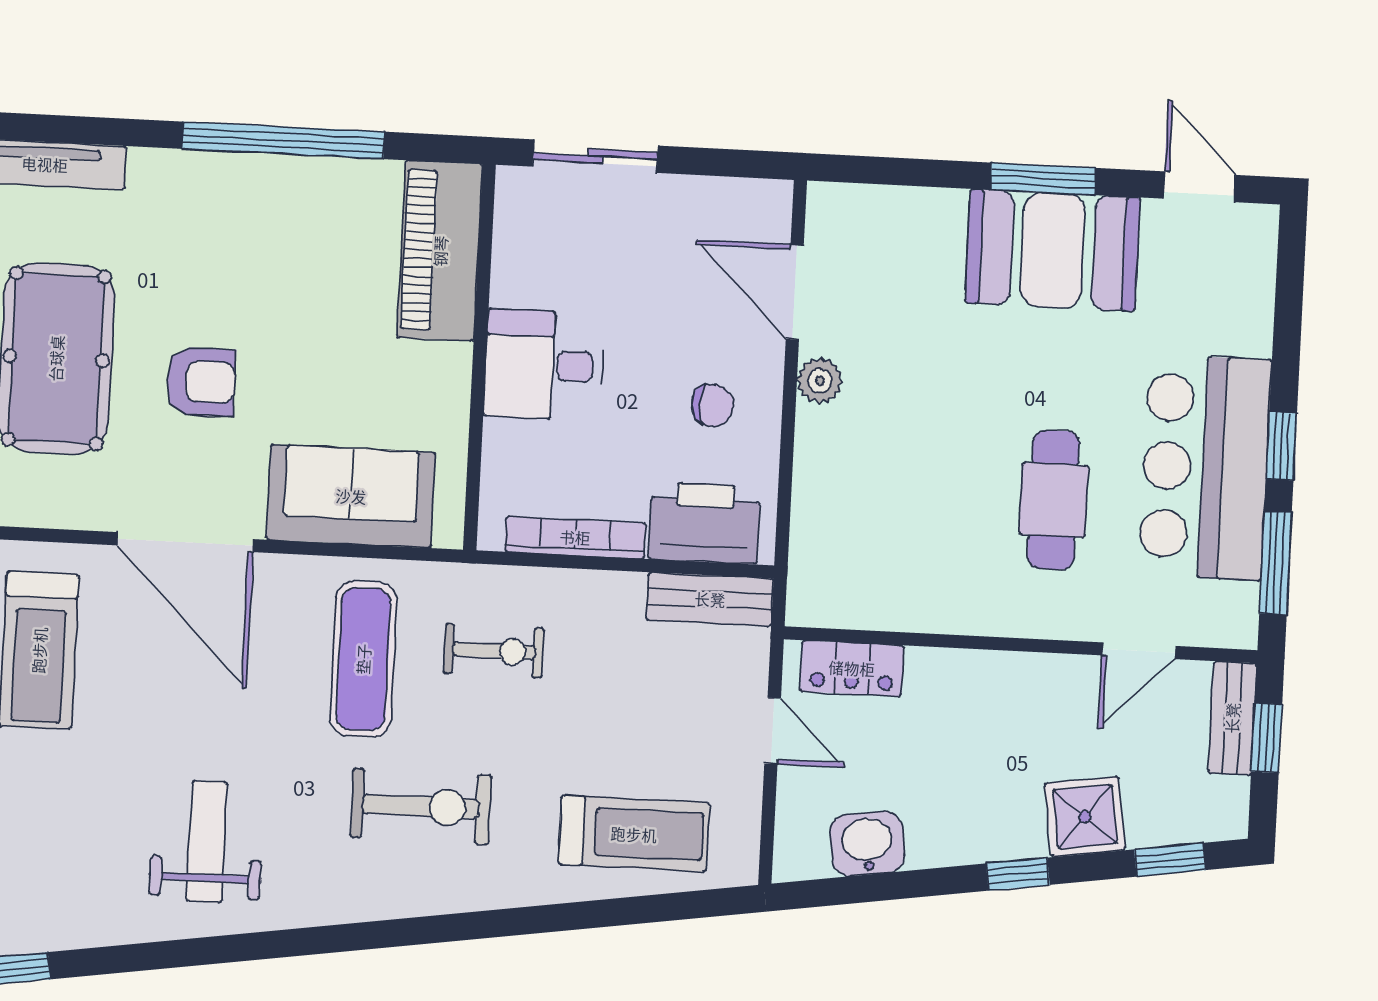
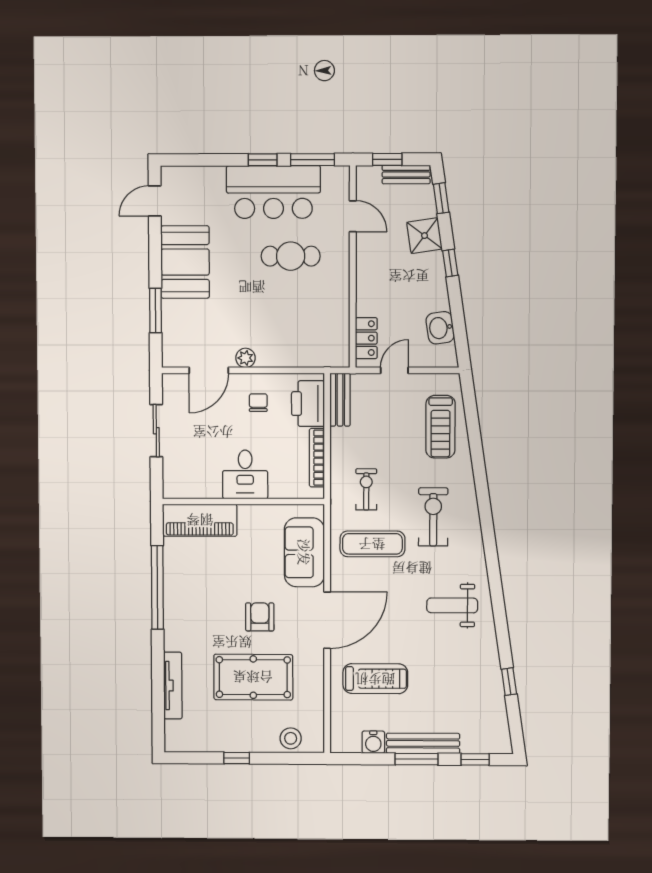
sliding door: (595, 156) -> (156, 431), moved
window: (1043, 179) -> (155, 310), moved
bench: (1232, 718) -> (406, 174), moved
treadmill: (634, 834) -> (440, 427), turned 180

